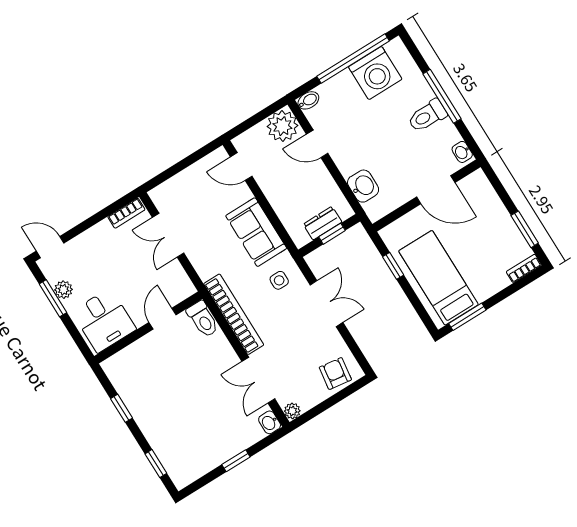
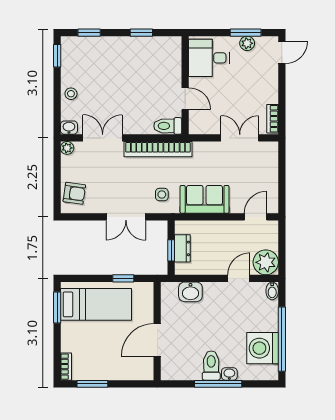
washbasin: (462, 152) -> (229, 374), moved
stool: (232, 443) -> (71, 94), added
window: (236, 461) -> (57, 56), moved

